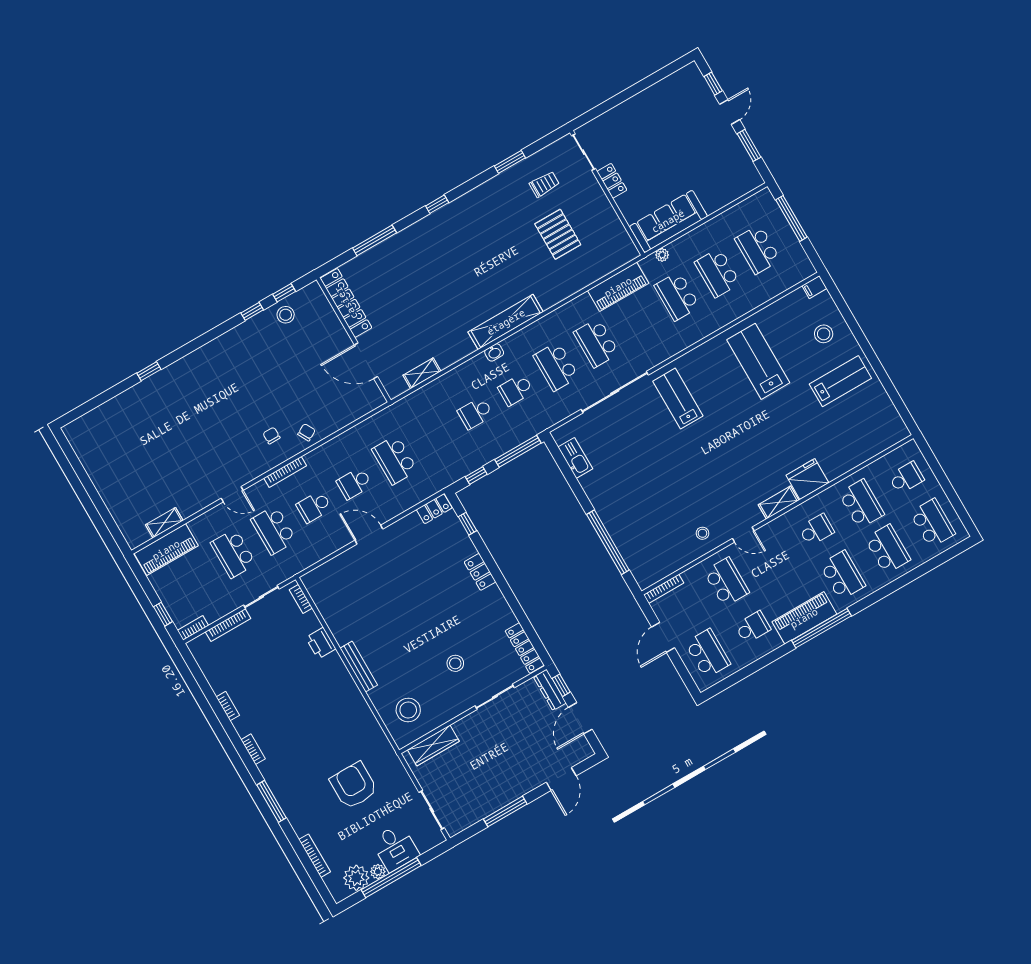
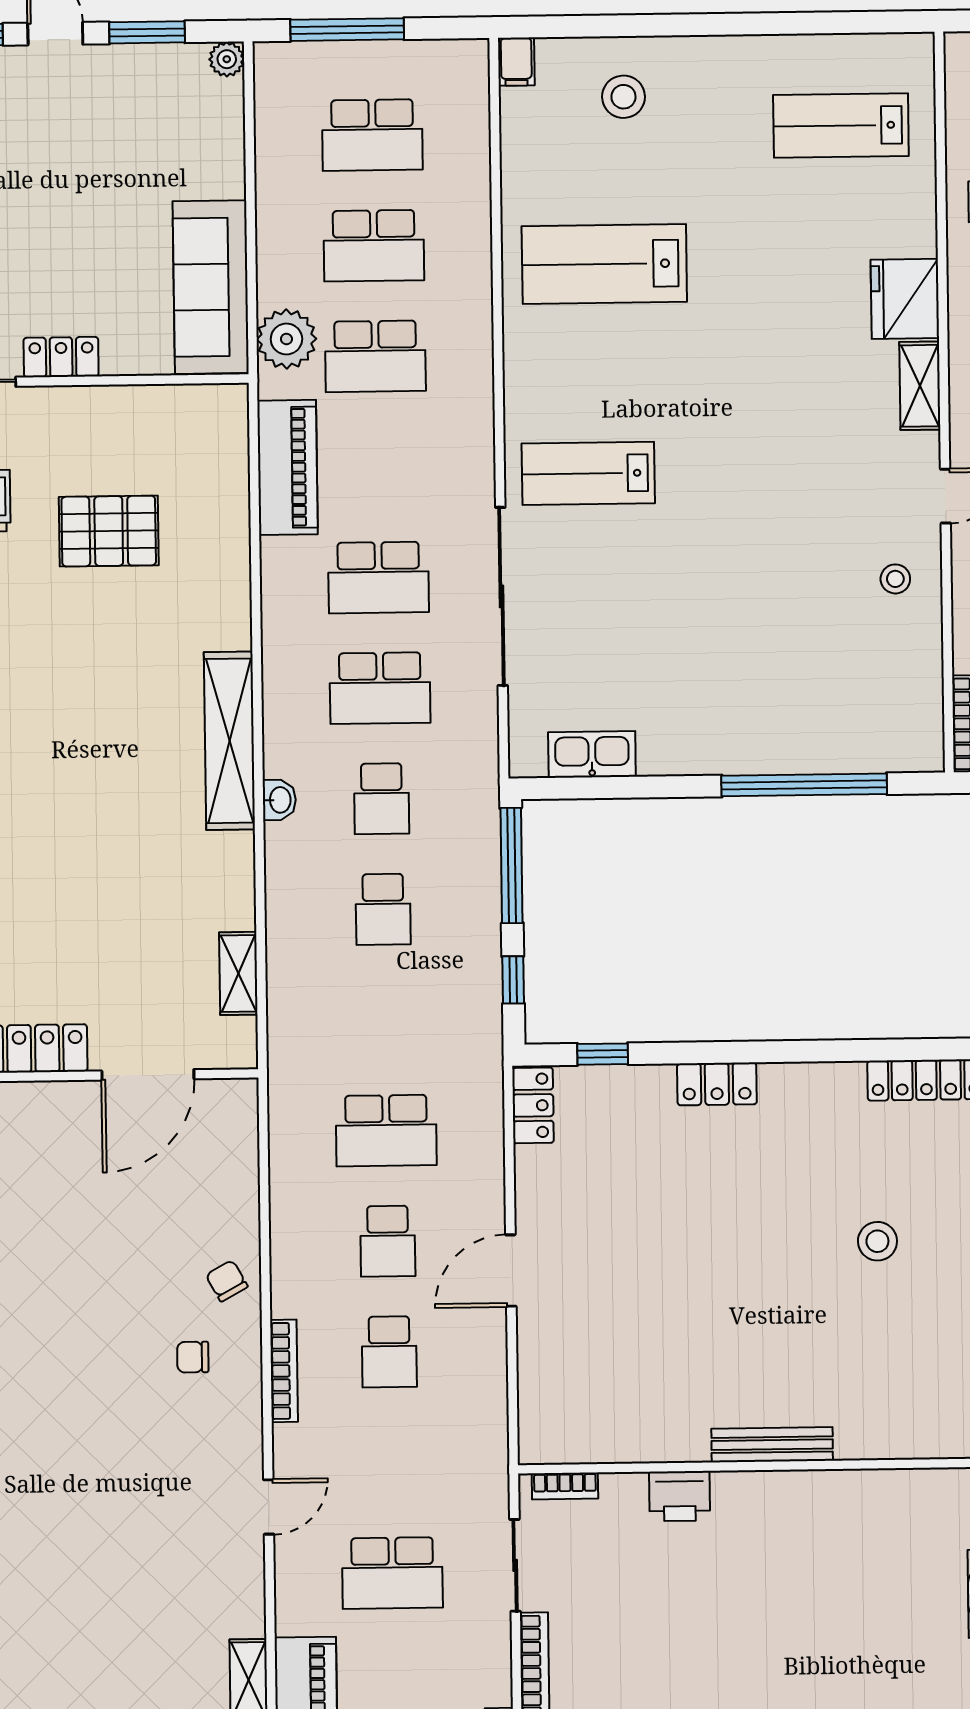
plant: (756, 180) -> (227, 59), added
plant: (662, 255) -> (286, 339), width x1.87, depth x1.87
lab bench: (840, 381) -> (841, 126), moved, turned -90
school desk: (274, 530) -> (391, 1462), removed
stool: (408, 710) -> (919, 1393), removed

